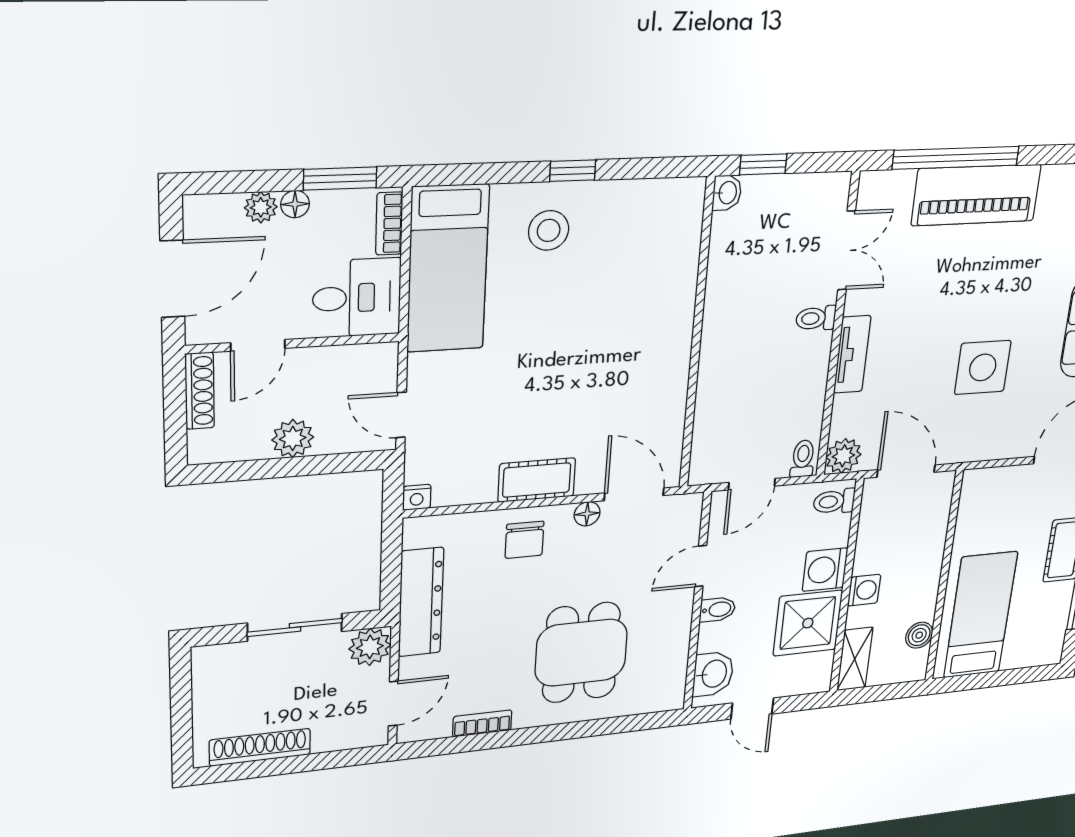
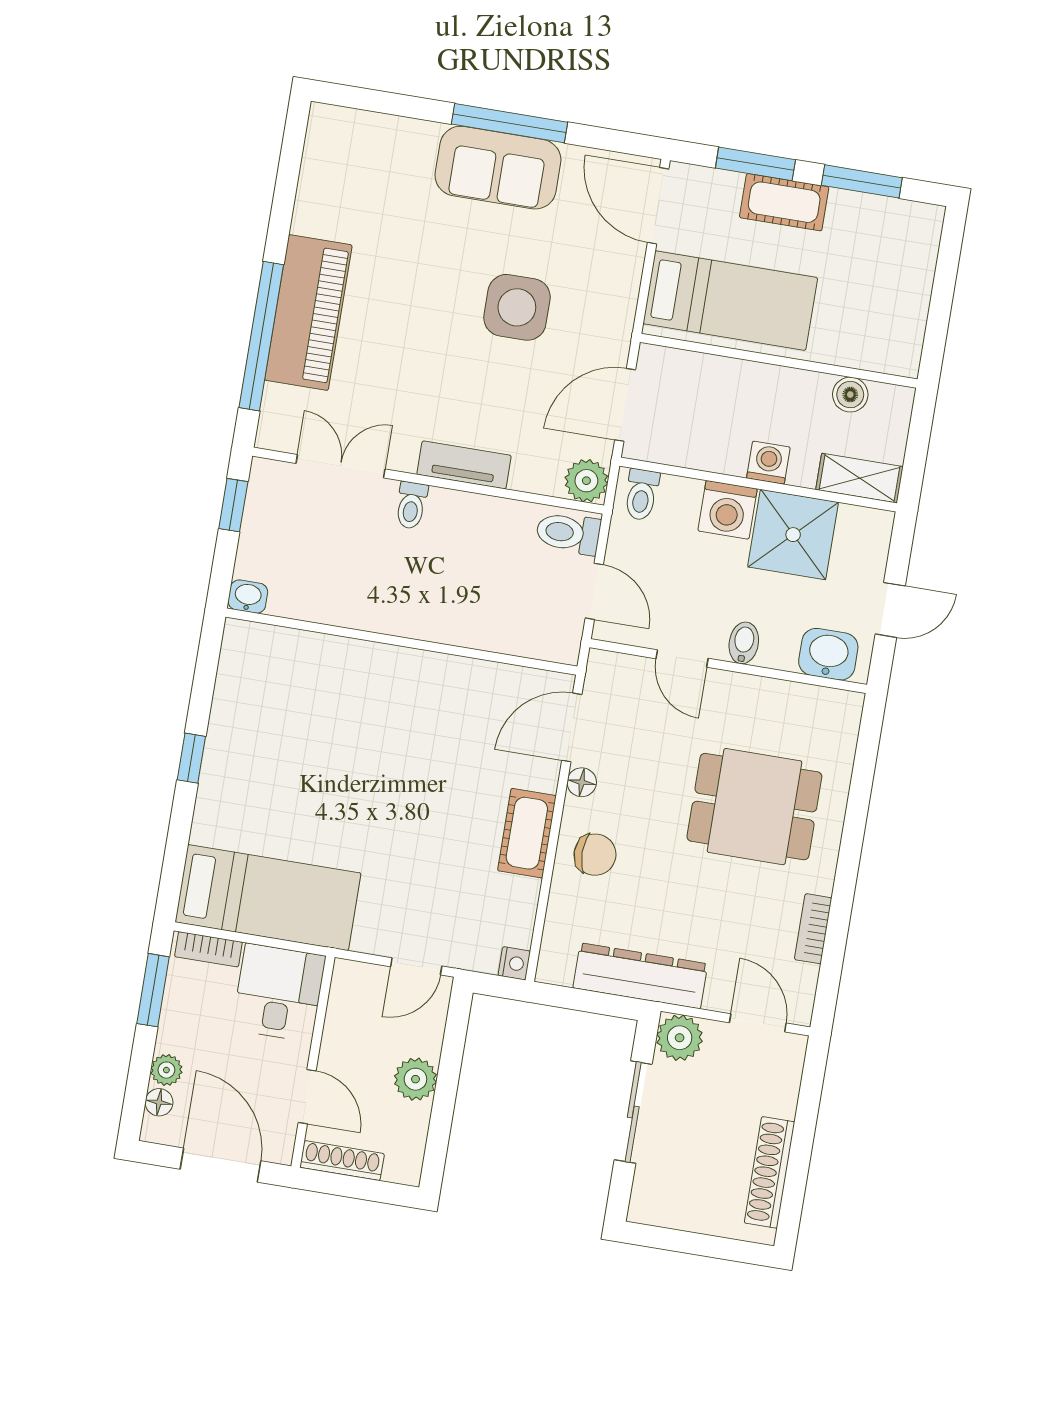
window: (763, 164) -> (233, 505), moved
floor lamp: (295, 204) -> (159, 1102), moved
stool: (549, 230) -> (249, 790), removed
toilet: (803, 459) -> (568, 533), width x1.37, depth x1.39
bed: (980, 615) -> (730, 301), moved, turned 180

